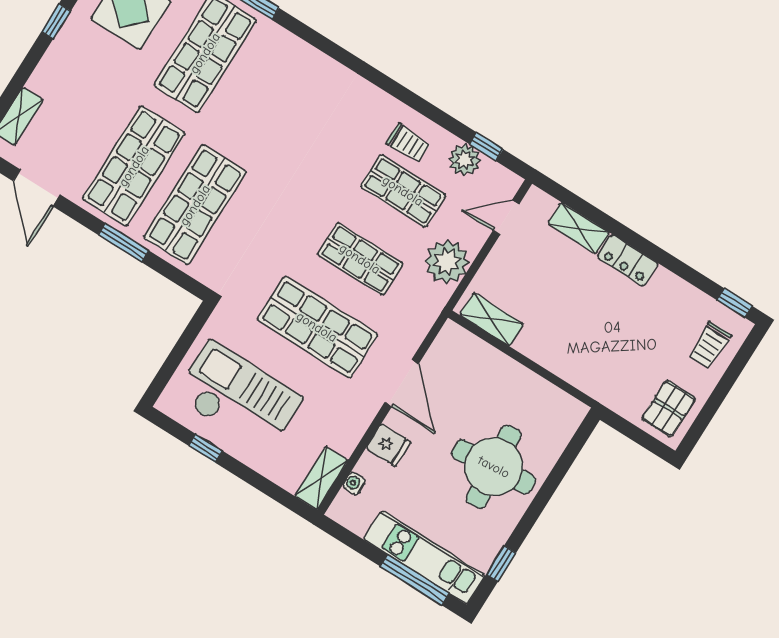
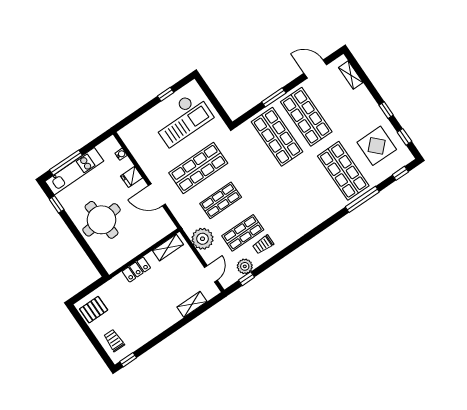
locker: (628, 260) -> (136, 270), moved, turned 180
pallet: (669, 409) -> (94, 310), turned 90
shelving: (321, 478) -> (130, 140), removed

